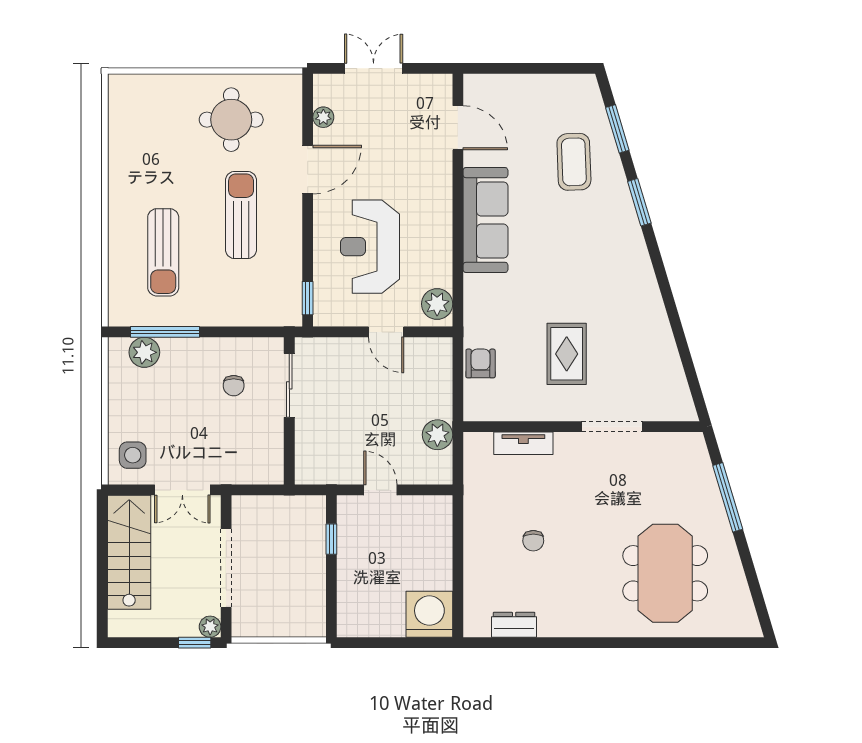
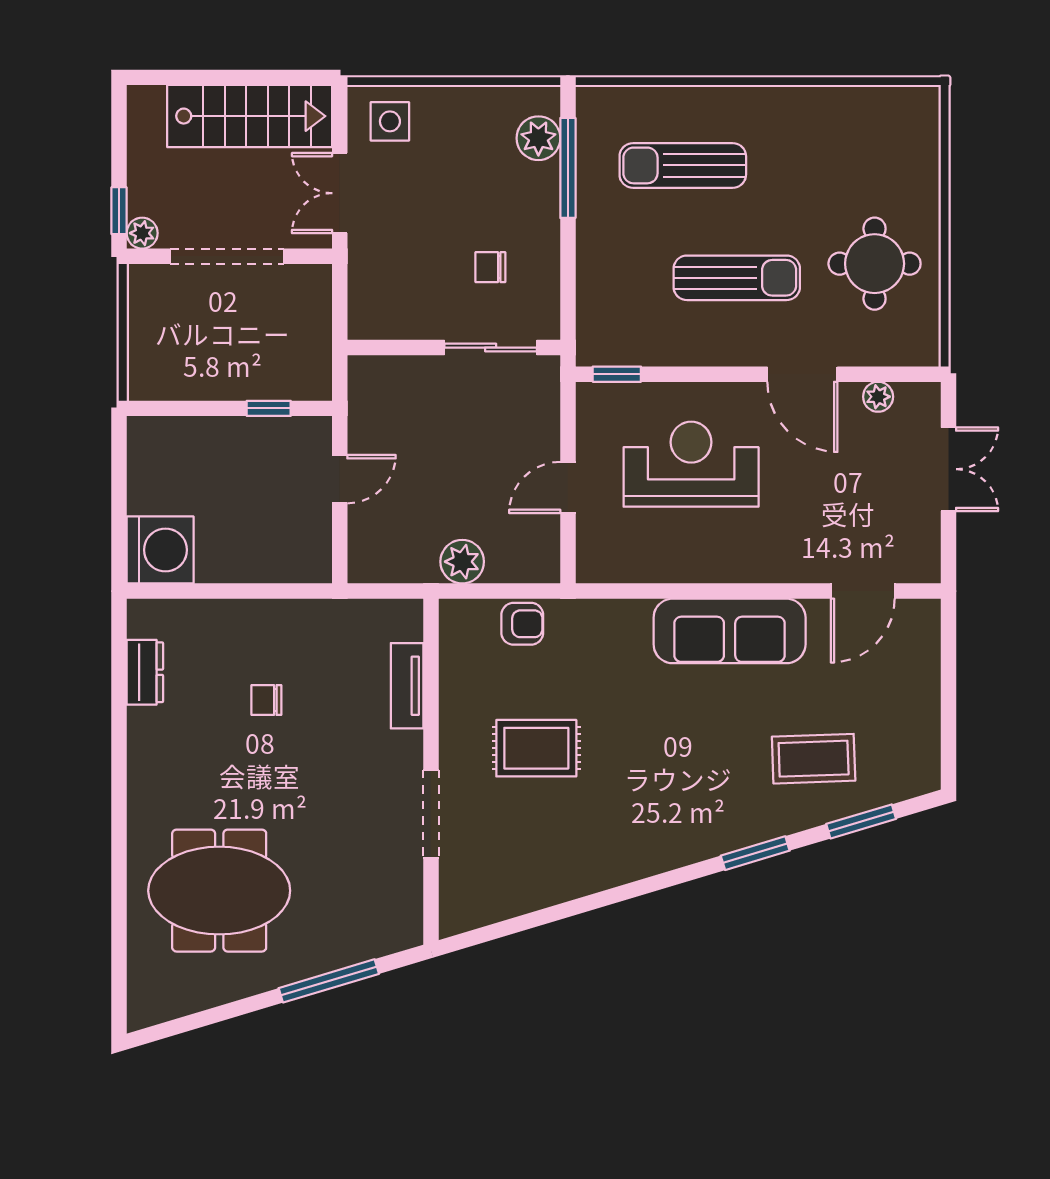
plant: (437, 304) -> (608, 561), removed
plant: (437, 435) -> (462, 562), moved

